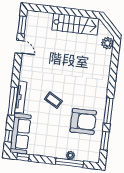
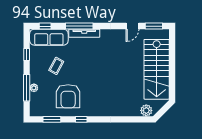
stairs: (75, 24) -> (157, 69), width x1.36, depth x1.51
coffee table: (53, 100) -> (56, 66), moved
window: (108, 111) -> (81, 119), width x0.46
window: (23, 157) -> (27, 54), moved

